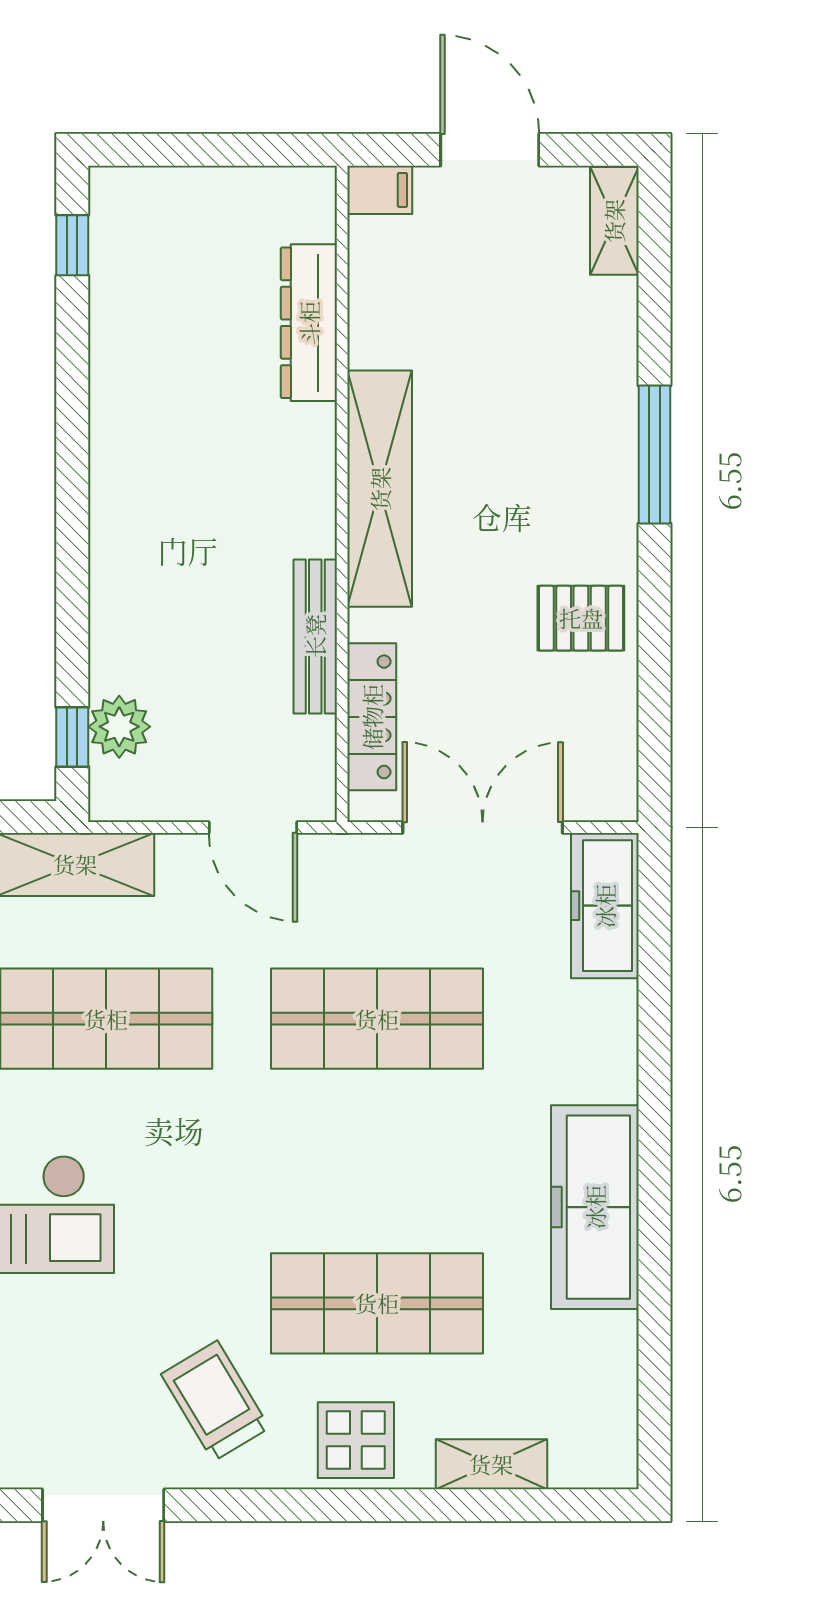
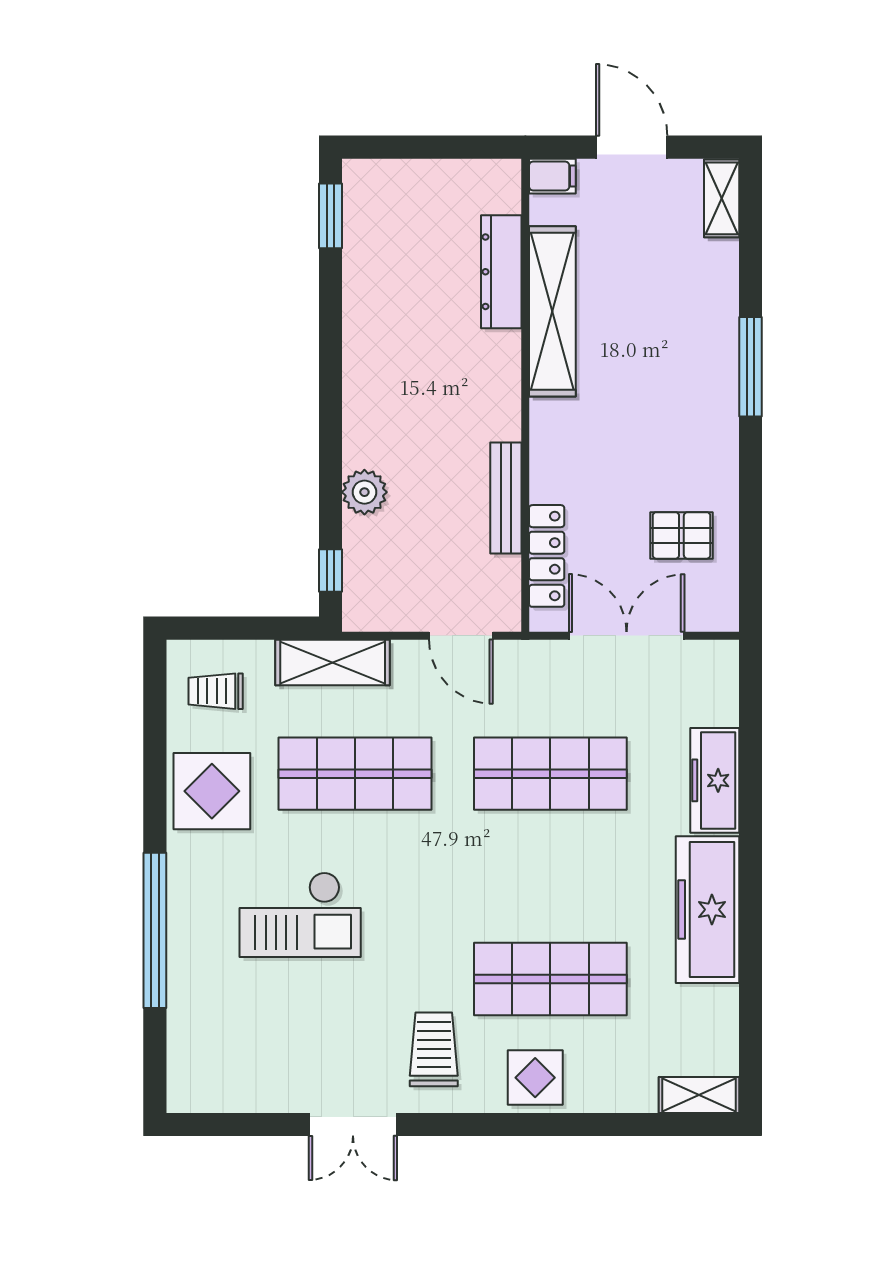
window: (72, 245) -> (331, 216), width x1.50
shelving: (380, 489) -> (552, 311), moved
pallet: (581, 618) -> (681, 535), moved
plant: (119, 727) -> (364, 492), moved
freezer: (605, 906) -> (715, 780), moved
trolley: (215, 1401) -> (434, 1049), turned 31
shelving: (491, 1464) -> (699, 1095), moved

